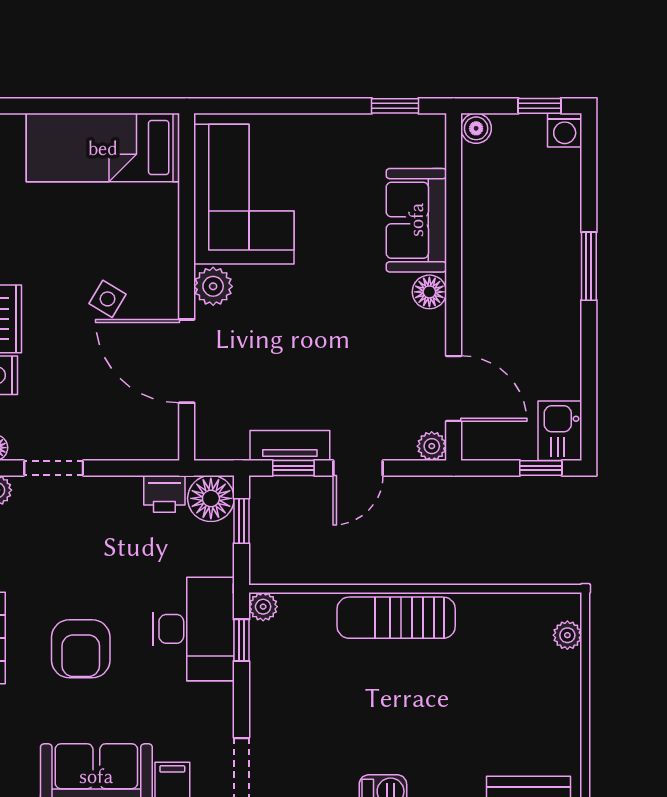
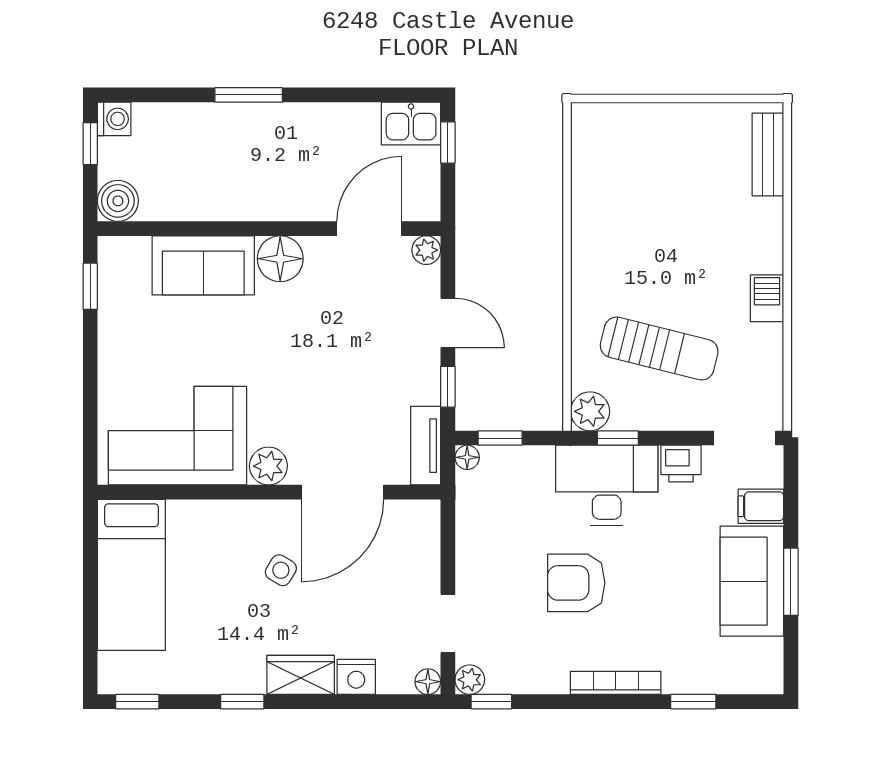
boiler: (476, 128) -> (118, 201), width x1.36, depth x1.36
floor lamp: (429, 292) -> (280, 259), width x1.38, depth x1.38
tv unit: (290, 445) -> (426, 446), moved
printer: (164, 494) -> (681, 464), moved, turned 90
floor lamp: (211, 498) -> (467, 457), width x0.53, depth x0.53
plant: (263, 607) -> (590, 411), width x1.38, depth x1.38
sun lounger: (396, 618) -> (659, 349), moved, turned -76
plant: (567, 635) -> (613, 116), removed
armchair: (81, 649) -> (576, 583), moved, turned 180

